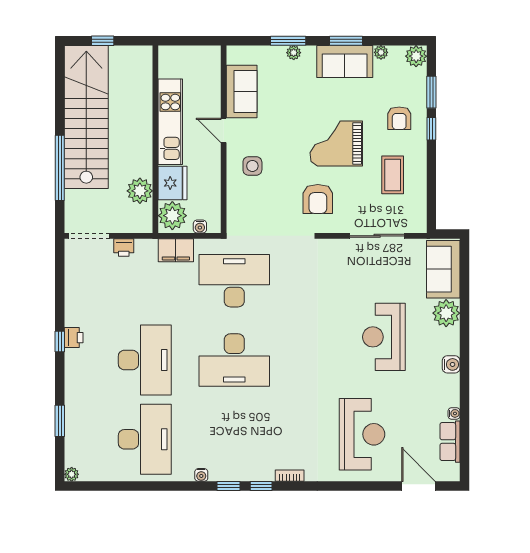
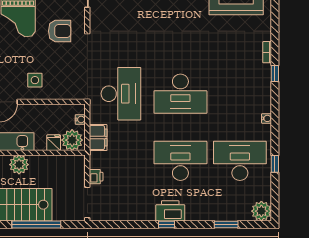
fridge: (173, 183) -> (54, 143), width x0.53, depth x0.75
plant: (140, 191) -> (19, 165), moved
desk: (234, 281) -> (121, 94), turned 180
printer: (74, 338) -> (170, 211), width x1.87, depth x1.48
desk: (234, 360) -> (180, 94), turned 90
plant: (72, 474) -> (261, 211), width x1.88, depth x1.88
window: (228, 486) -> (275, 164), moved

